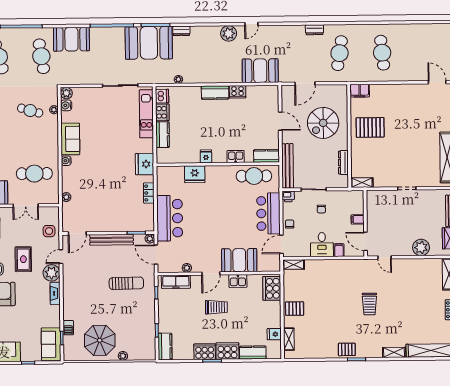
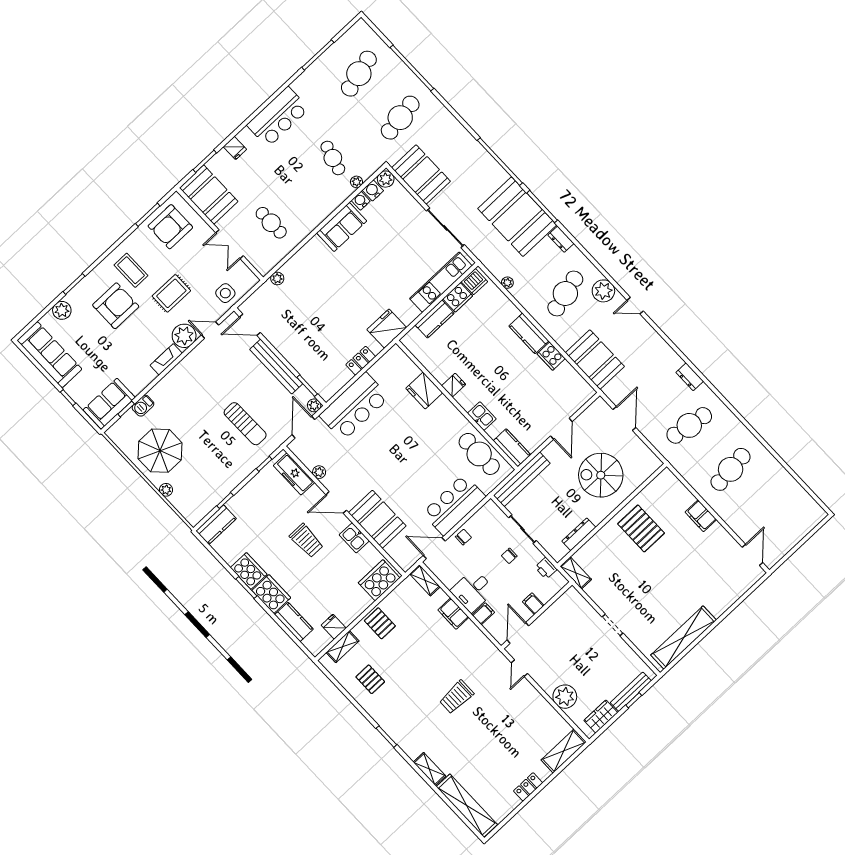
booth: (71, 39) -> (421, 174), moved
cafe table: (212, 54) -> (565, 294), added
door: (305, 84) -> (624, 419), swing flipped
filing cabinet: (360, 91) -> (701, 516), moved
water cooler: (66, 161) -> (361, 201), moved
cafe table: (34, 174) -> (271, 223), width x0.73, depth x0.74
printer: (288, 196) -> (546, 568), moved
filing cabinet: (325, 266) -> (453, 614), added
pallet: (347, 349) -> (370, 679), moved

